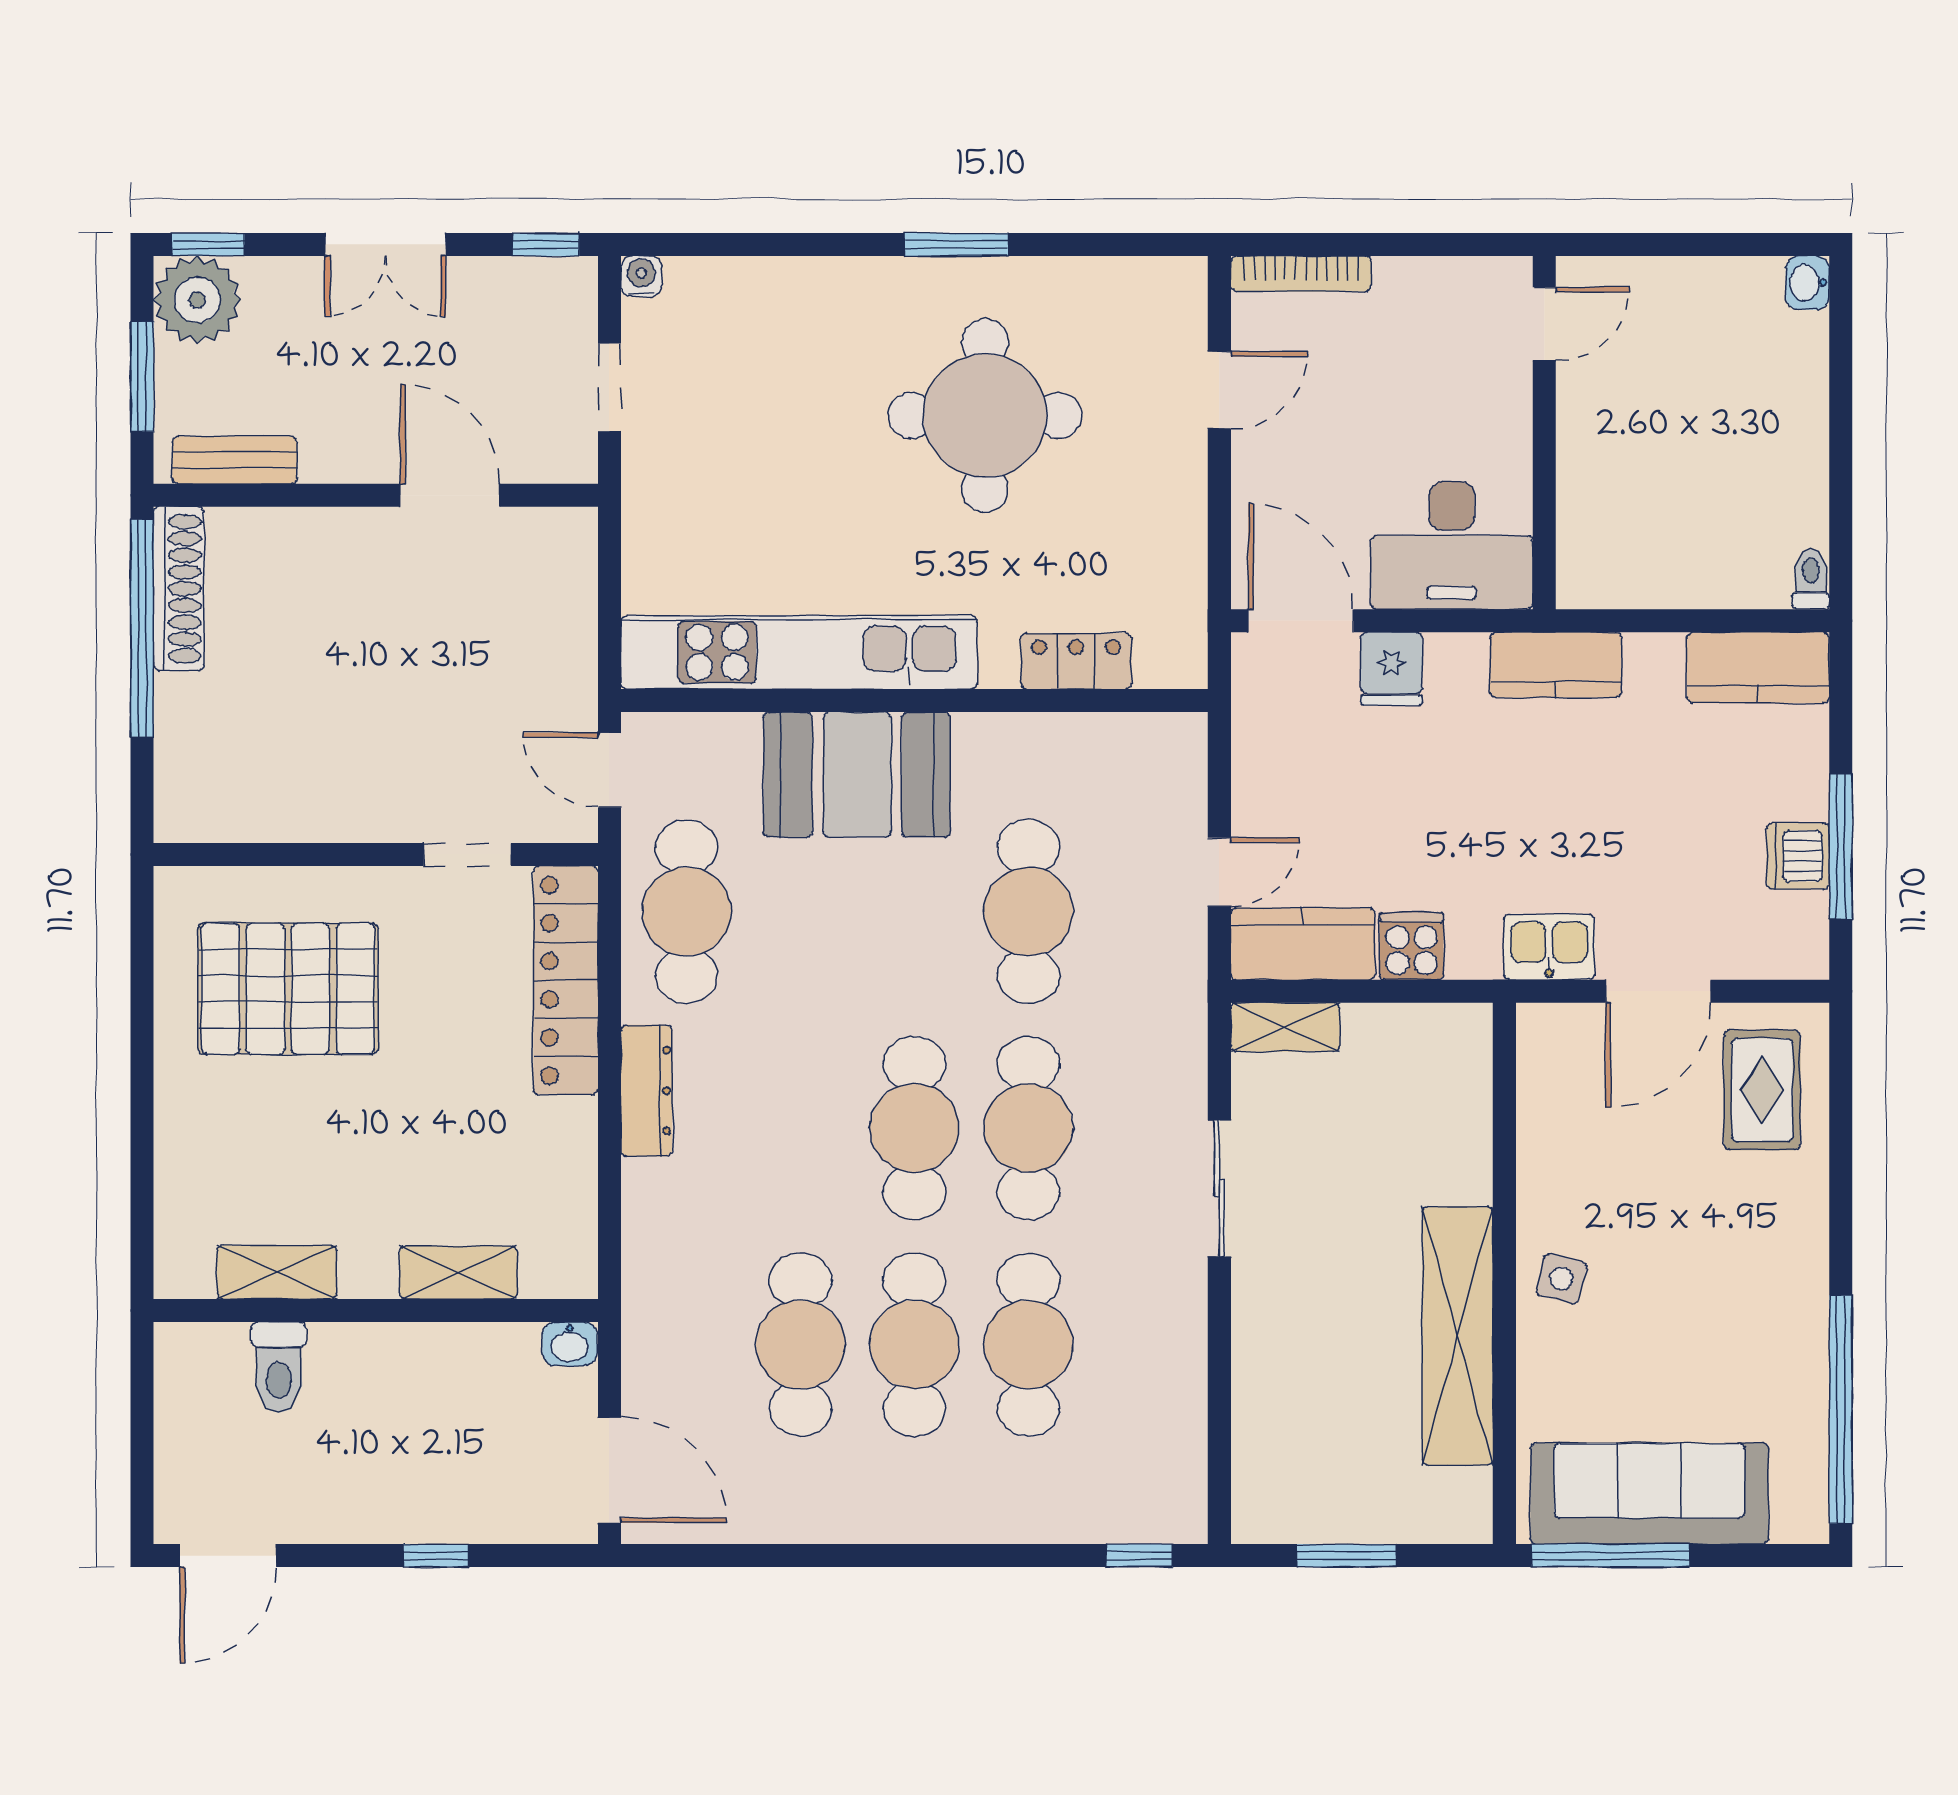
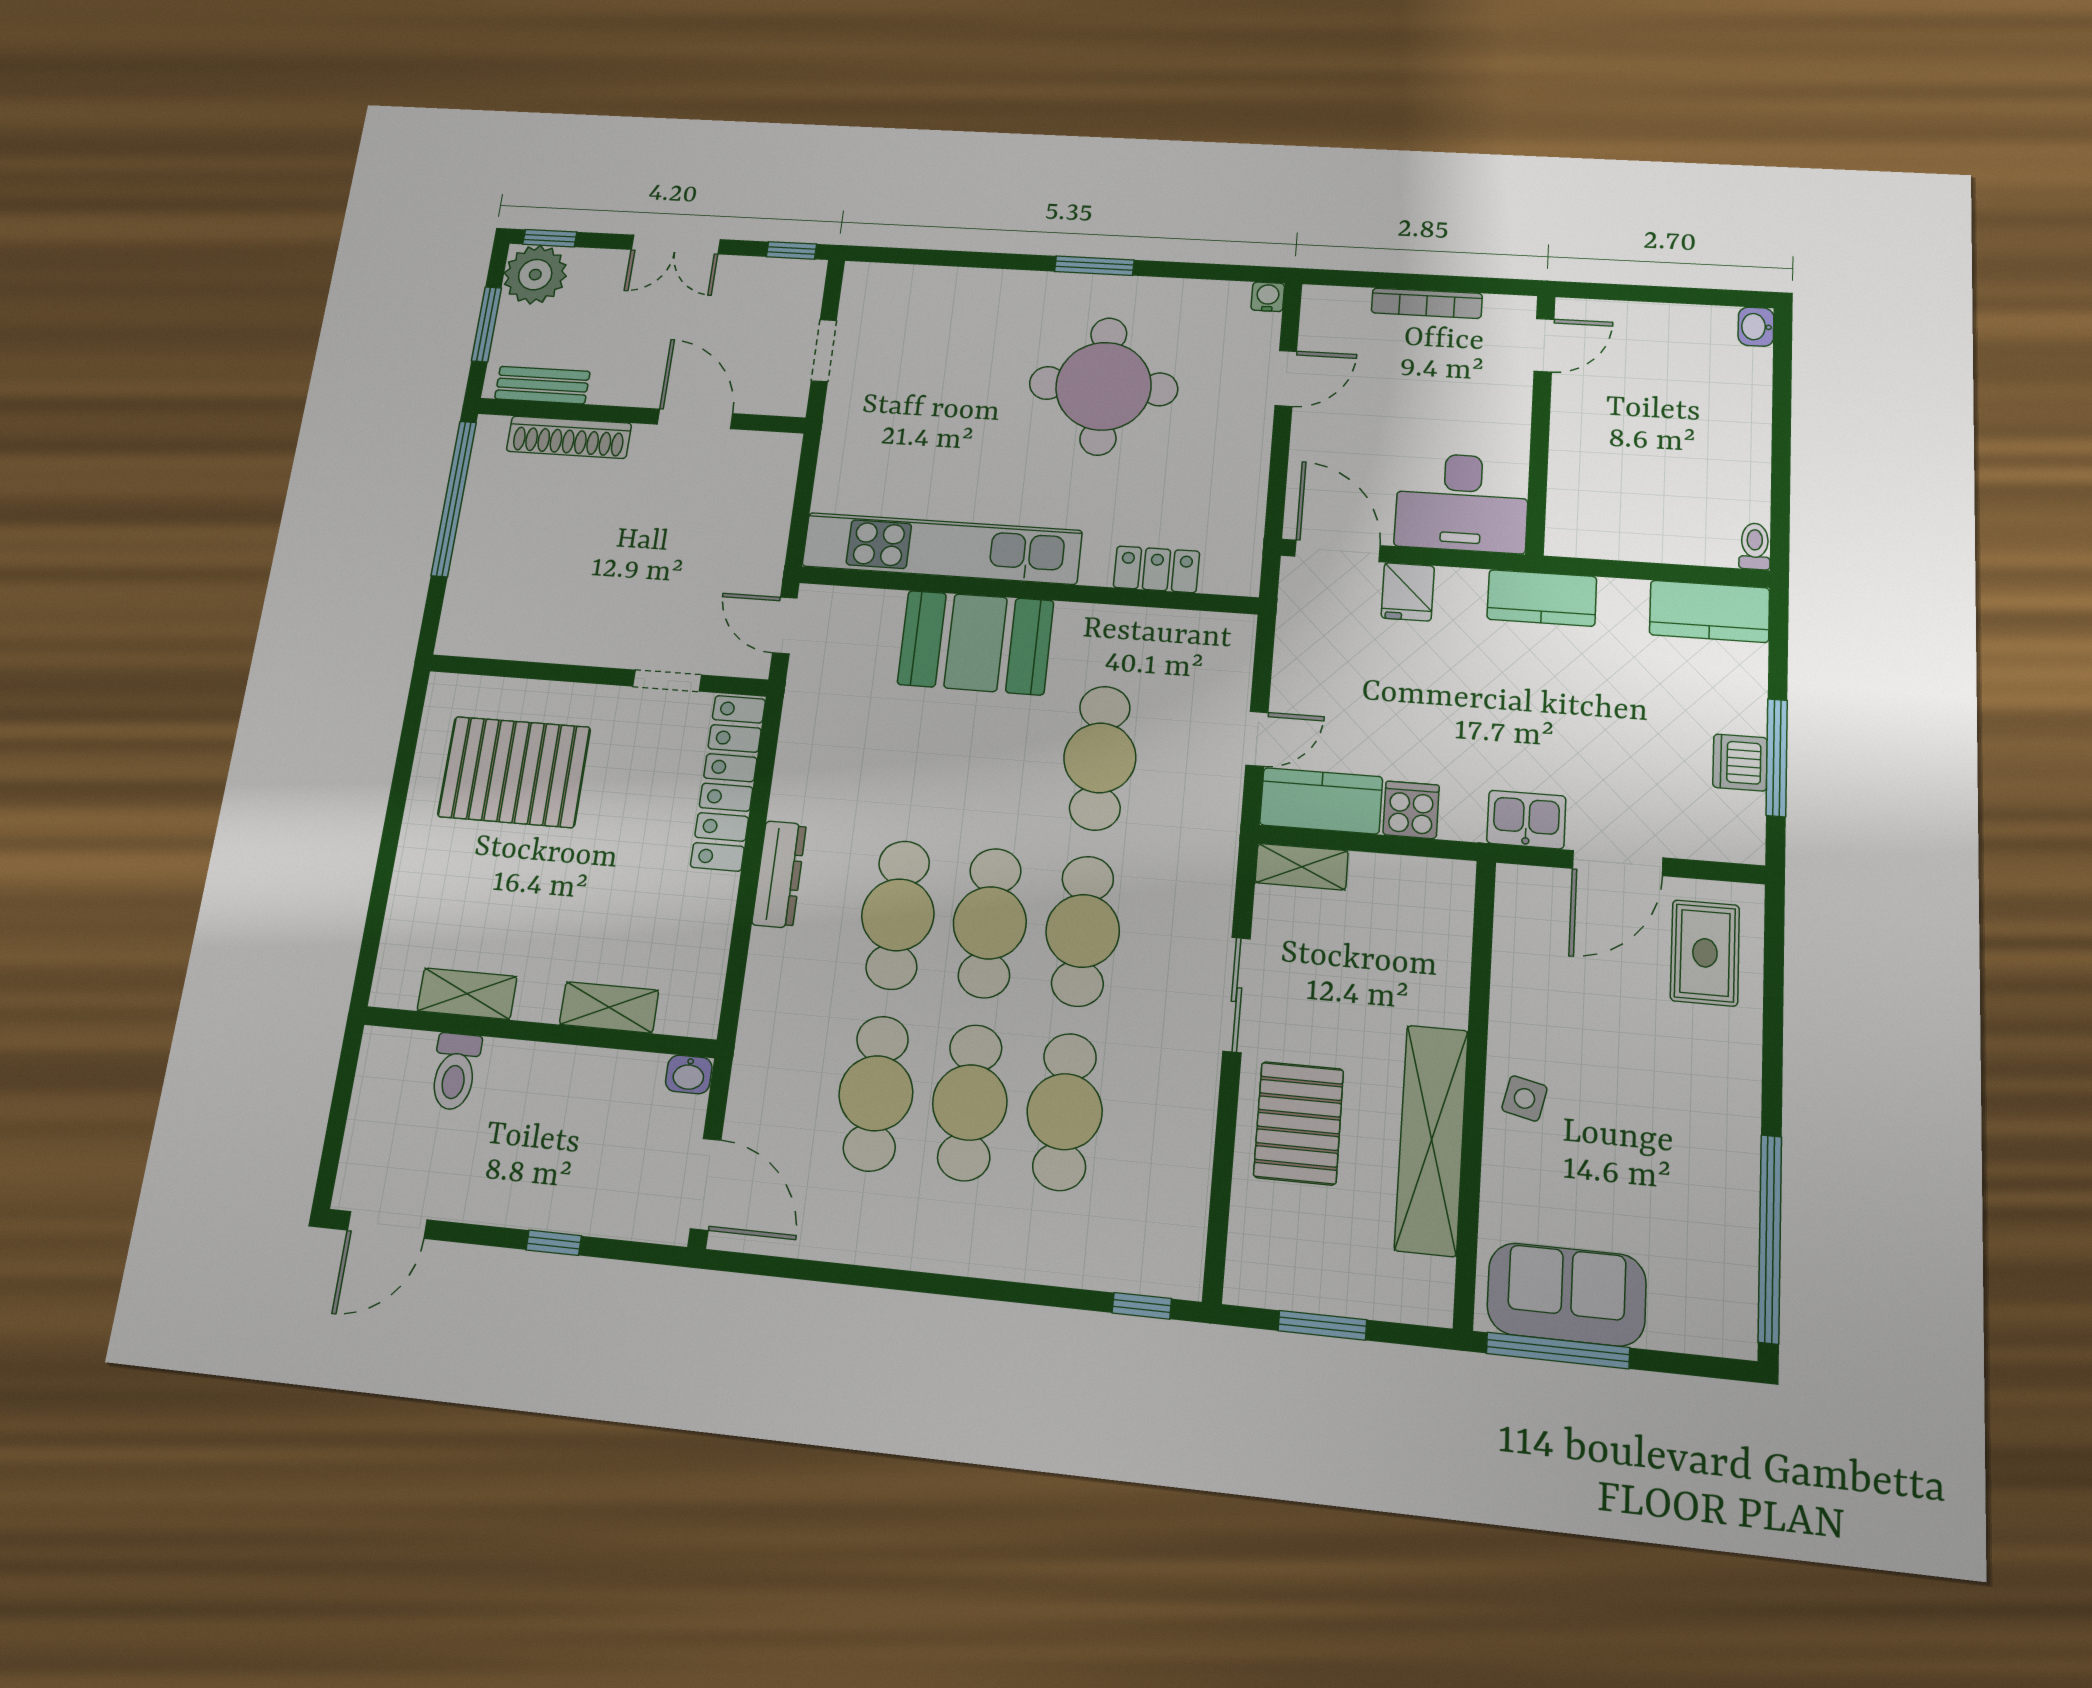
bookcase: (1301, 274) -> (1427, 303), moved
water cooler: (641, 276) -> (1268, 297), moved
shoe rack: (179, 589) -> (569, 437), moved, turned 90
cafe table: (687, 912) -> (898, 915), moved
pallet: (1304, 1332) -> (1299, 1123), added
sofa: (1649, 1494) -> (1567, 1294), width x0.73

